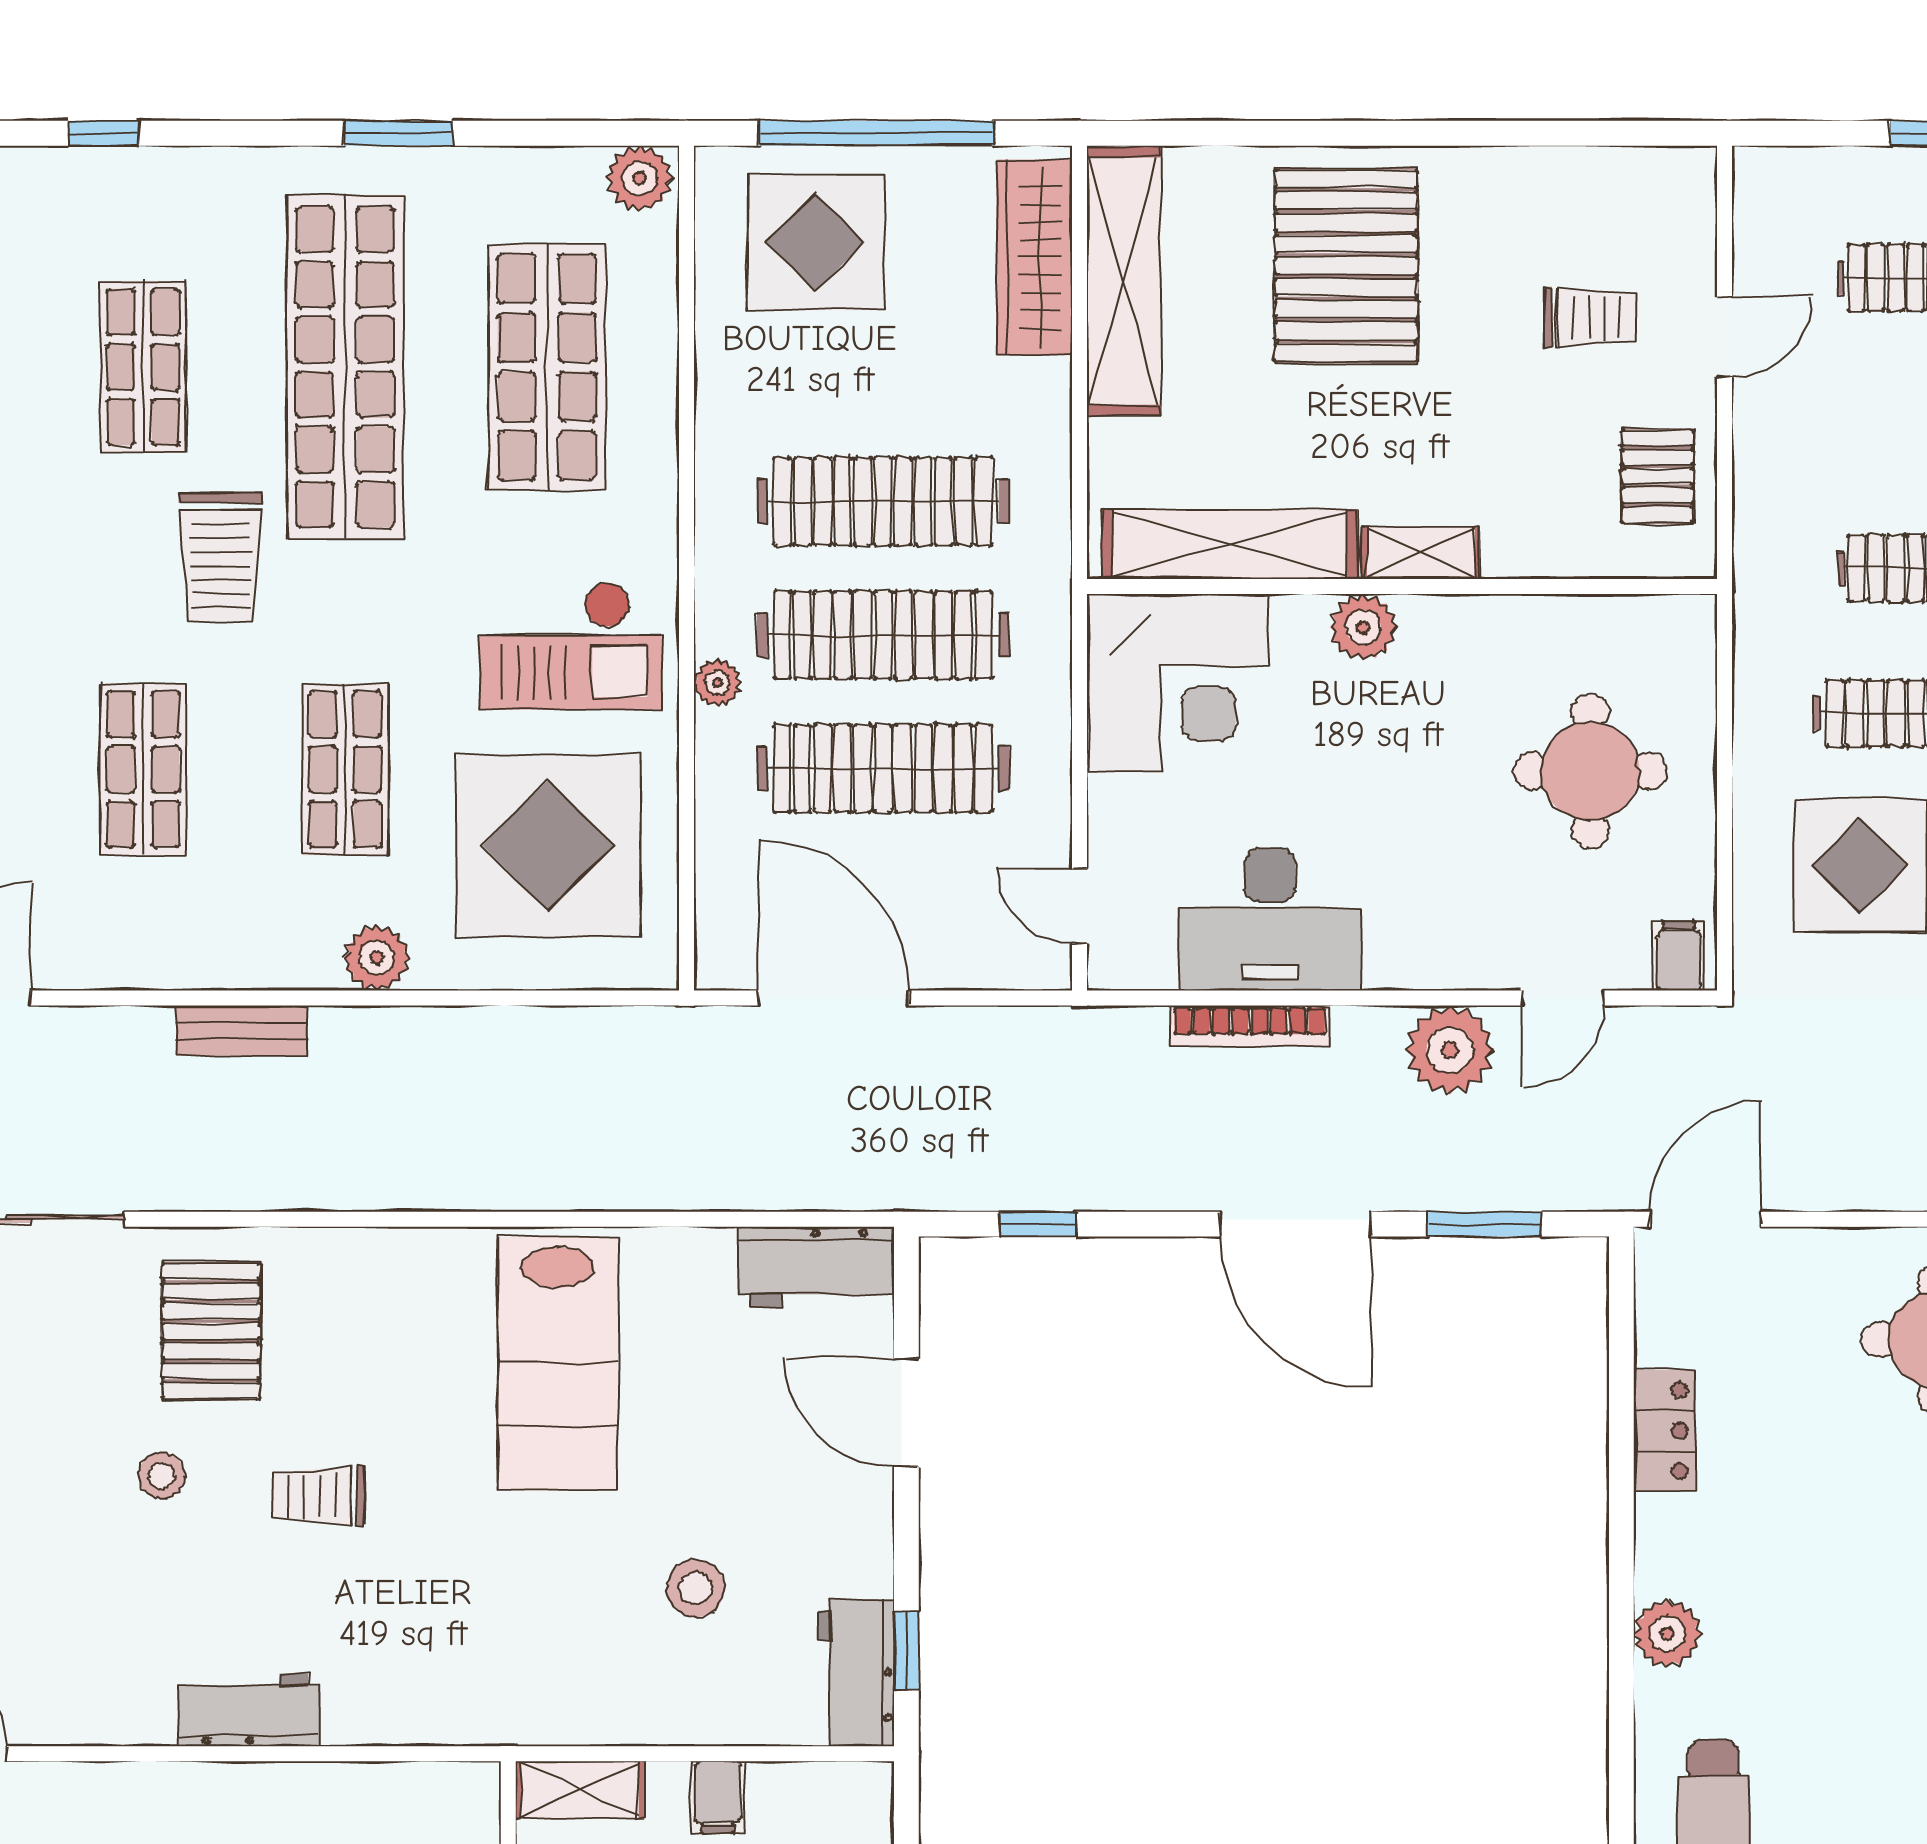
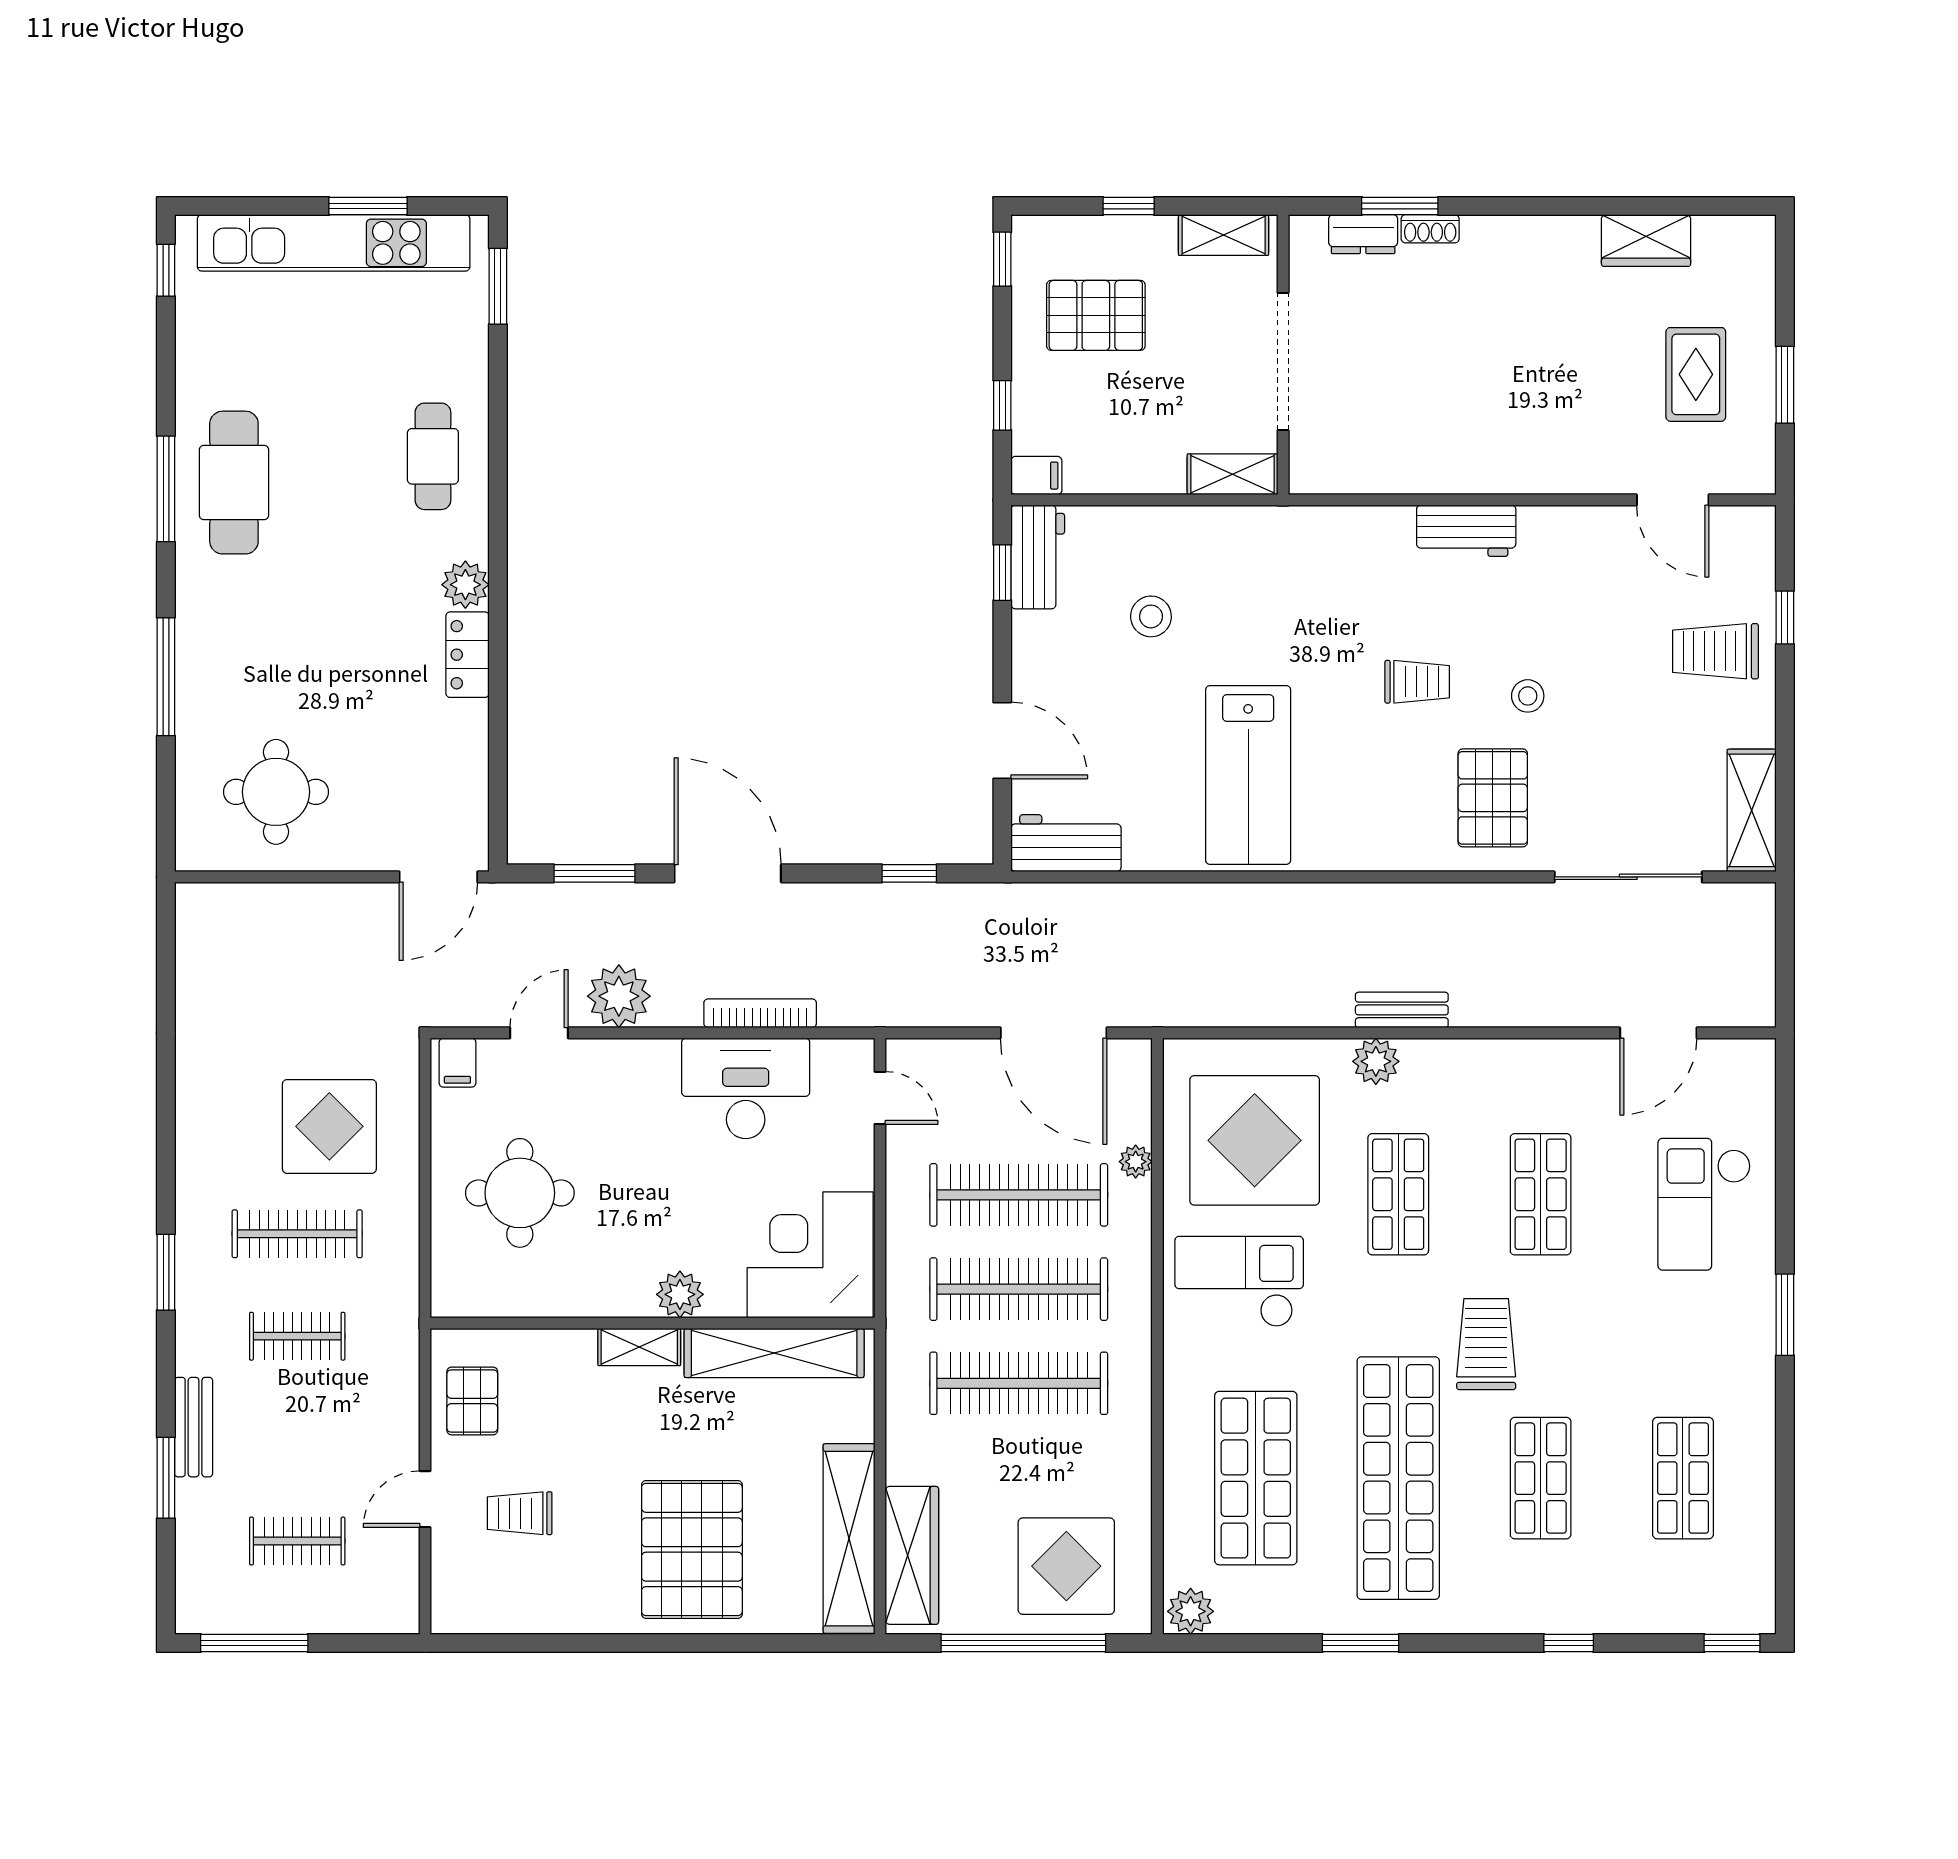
plant: (717, 683) -> (1136, 1162), moved
bench: (242, 1031) -> (1402, 1010), moved
lab bench: (558, 1364) -> (1248, 775), turned 180
locker: (1664, 1430) -> (468, 655), moved
filing cabinet: (718, 1797) -> (1036, 476), moved, turned 90

